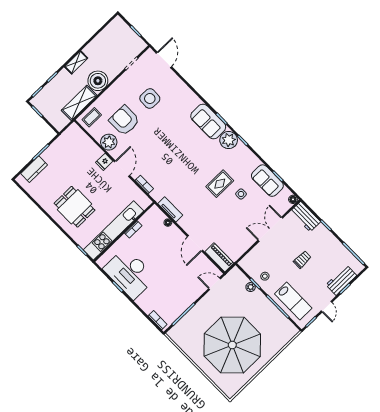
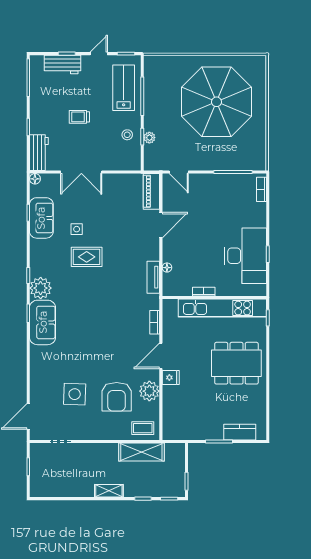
boiler: (98, 81) -> (105, 455), removed
dining table: (75, 207) -> (236, 363), width x1.38

